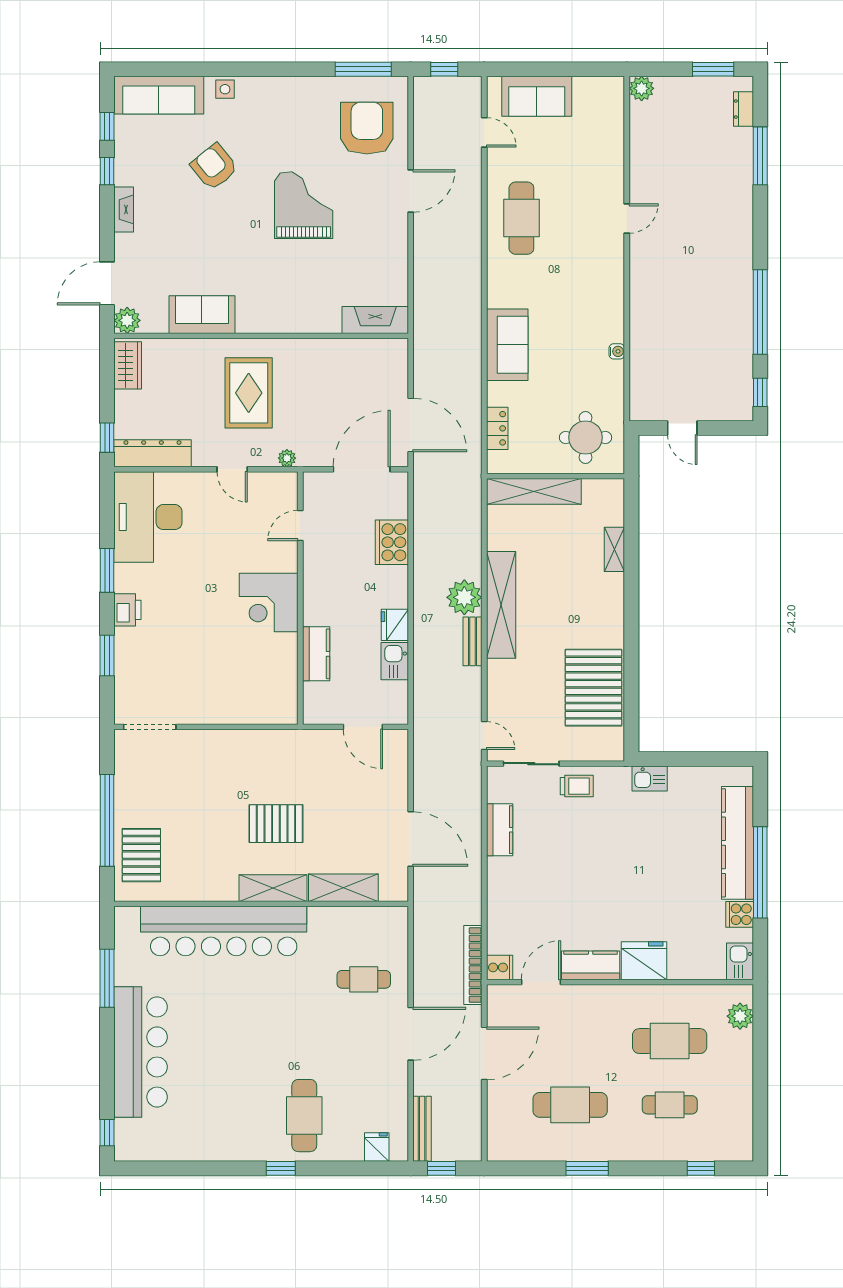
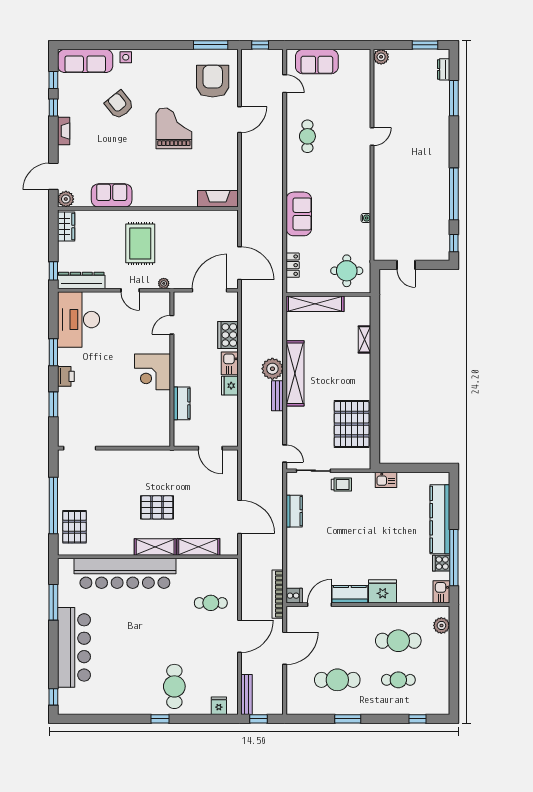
cafe table: (521, 218) -> (307, 136), width x0.73, depth x0.74
kitchen sink: (395, 661) -> (230, 363), moved
window: (760, 872) -> (454, 558), moved

